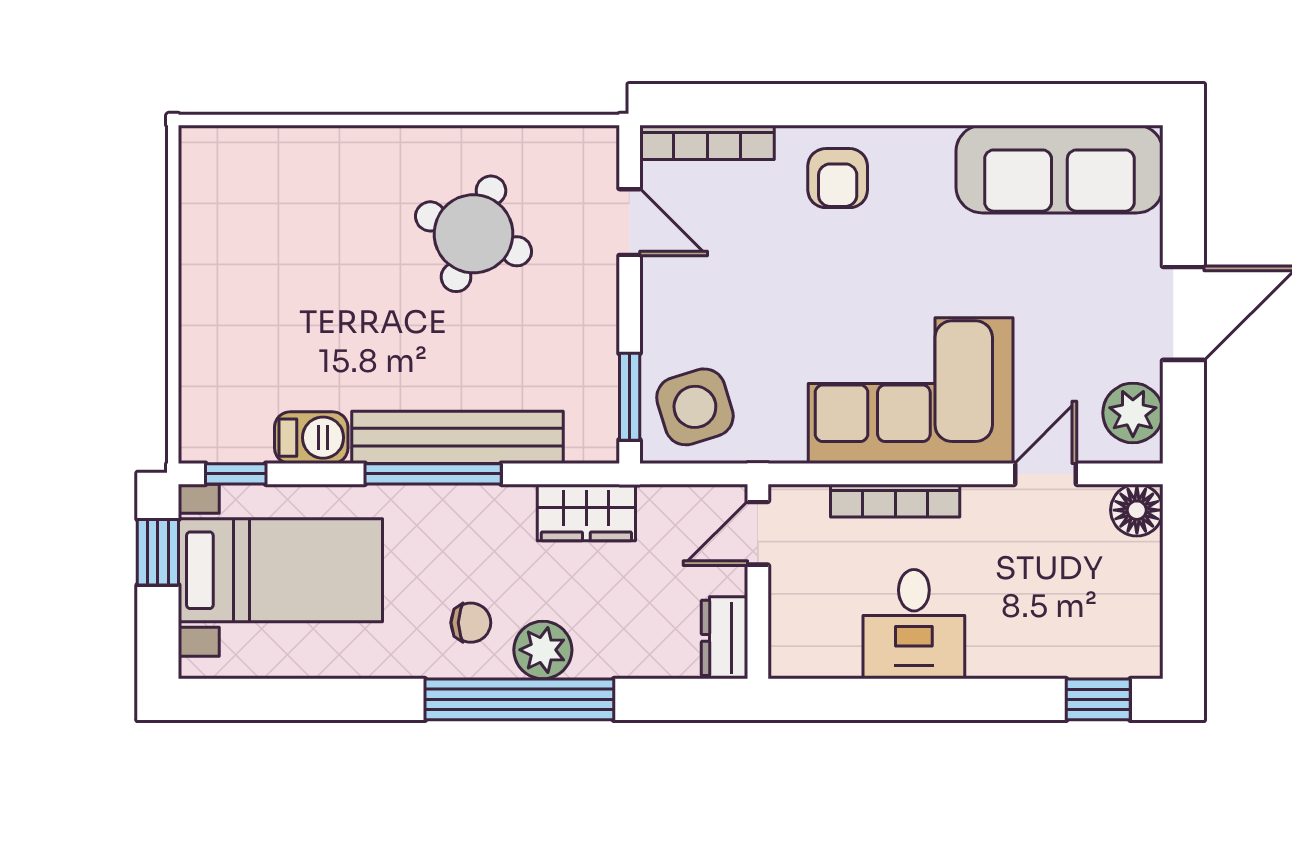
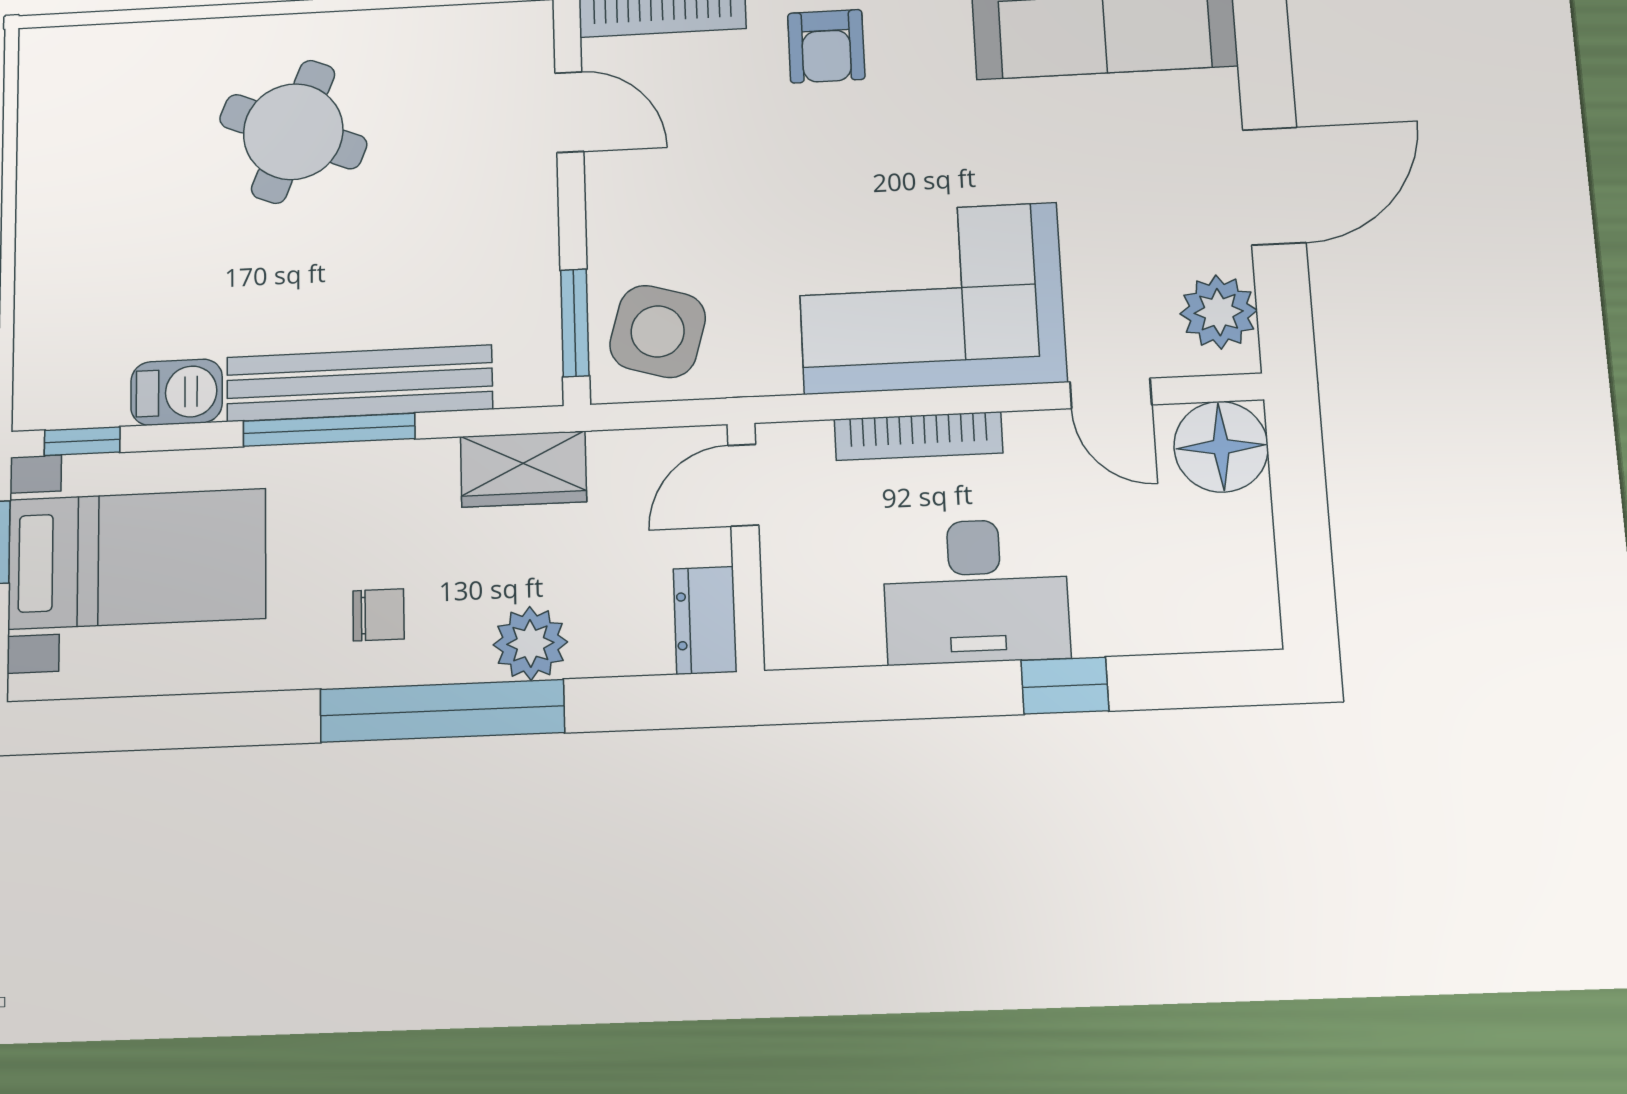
round table: (474, 234) -> (293, 132), moved
side table: (695, 407) -> (658, 331), turned 33
door: (1045, 474) -> (1111, 393), swing flipped
floor lamp: (1137, 510) -> (1221, 447), width x1.38, depth x1.38
desk: (914, 624) -> (976, 591), width x1.37
plant: (543, 650) -> (530, 643), moved
window: (1098, 699) -> (1065, 686), moved

